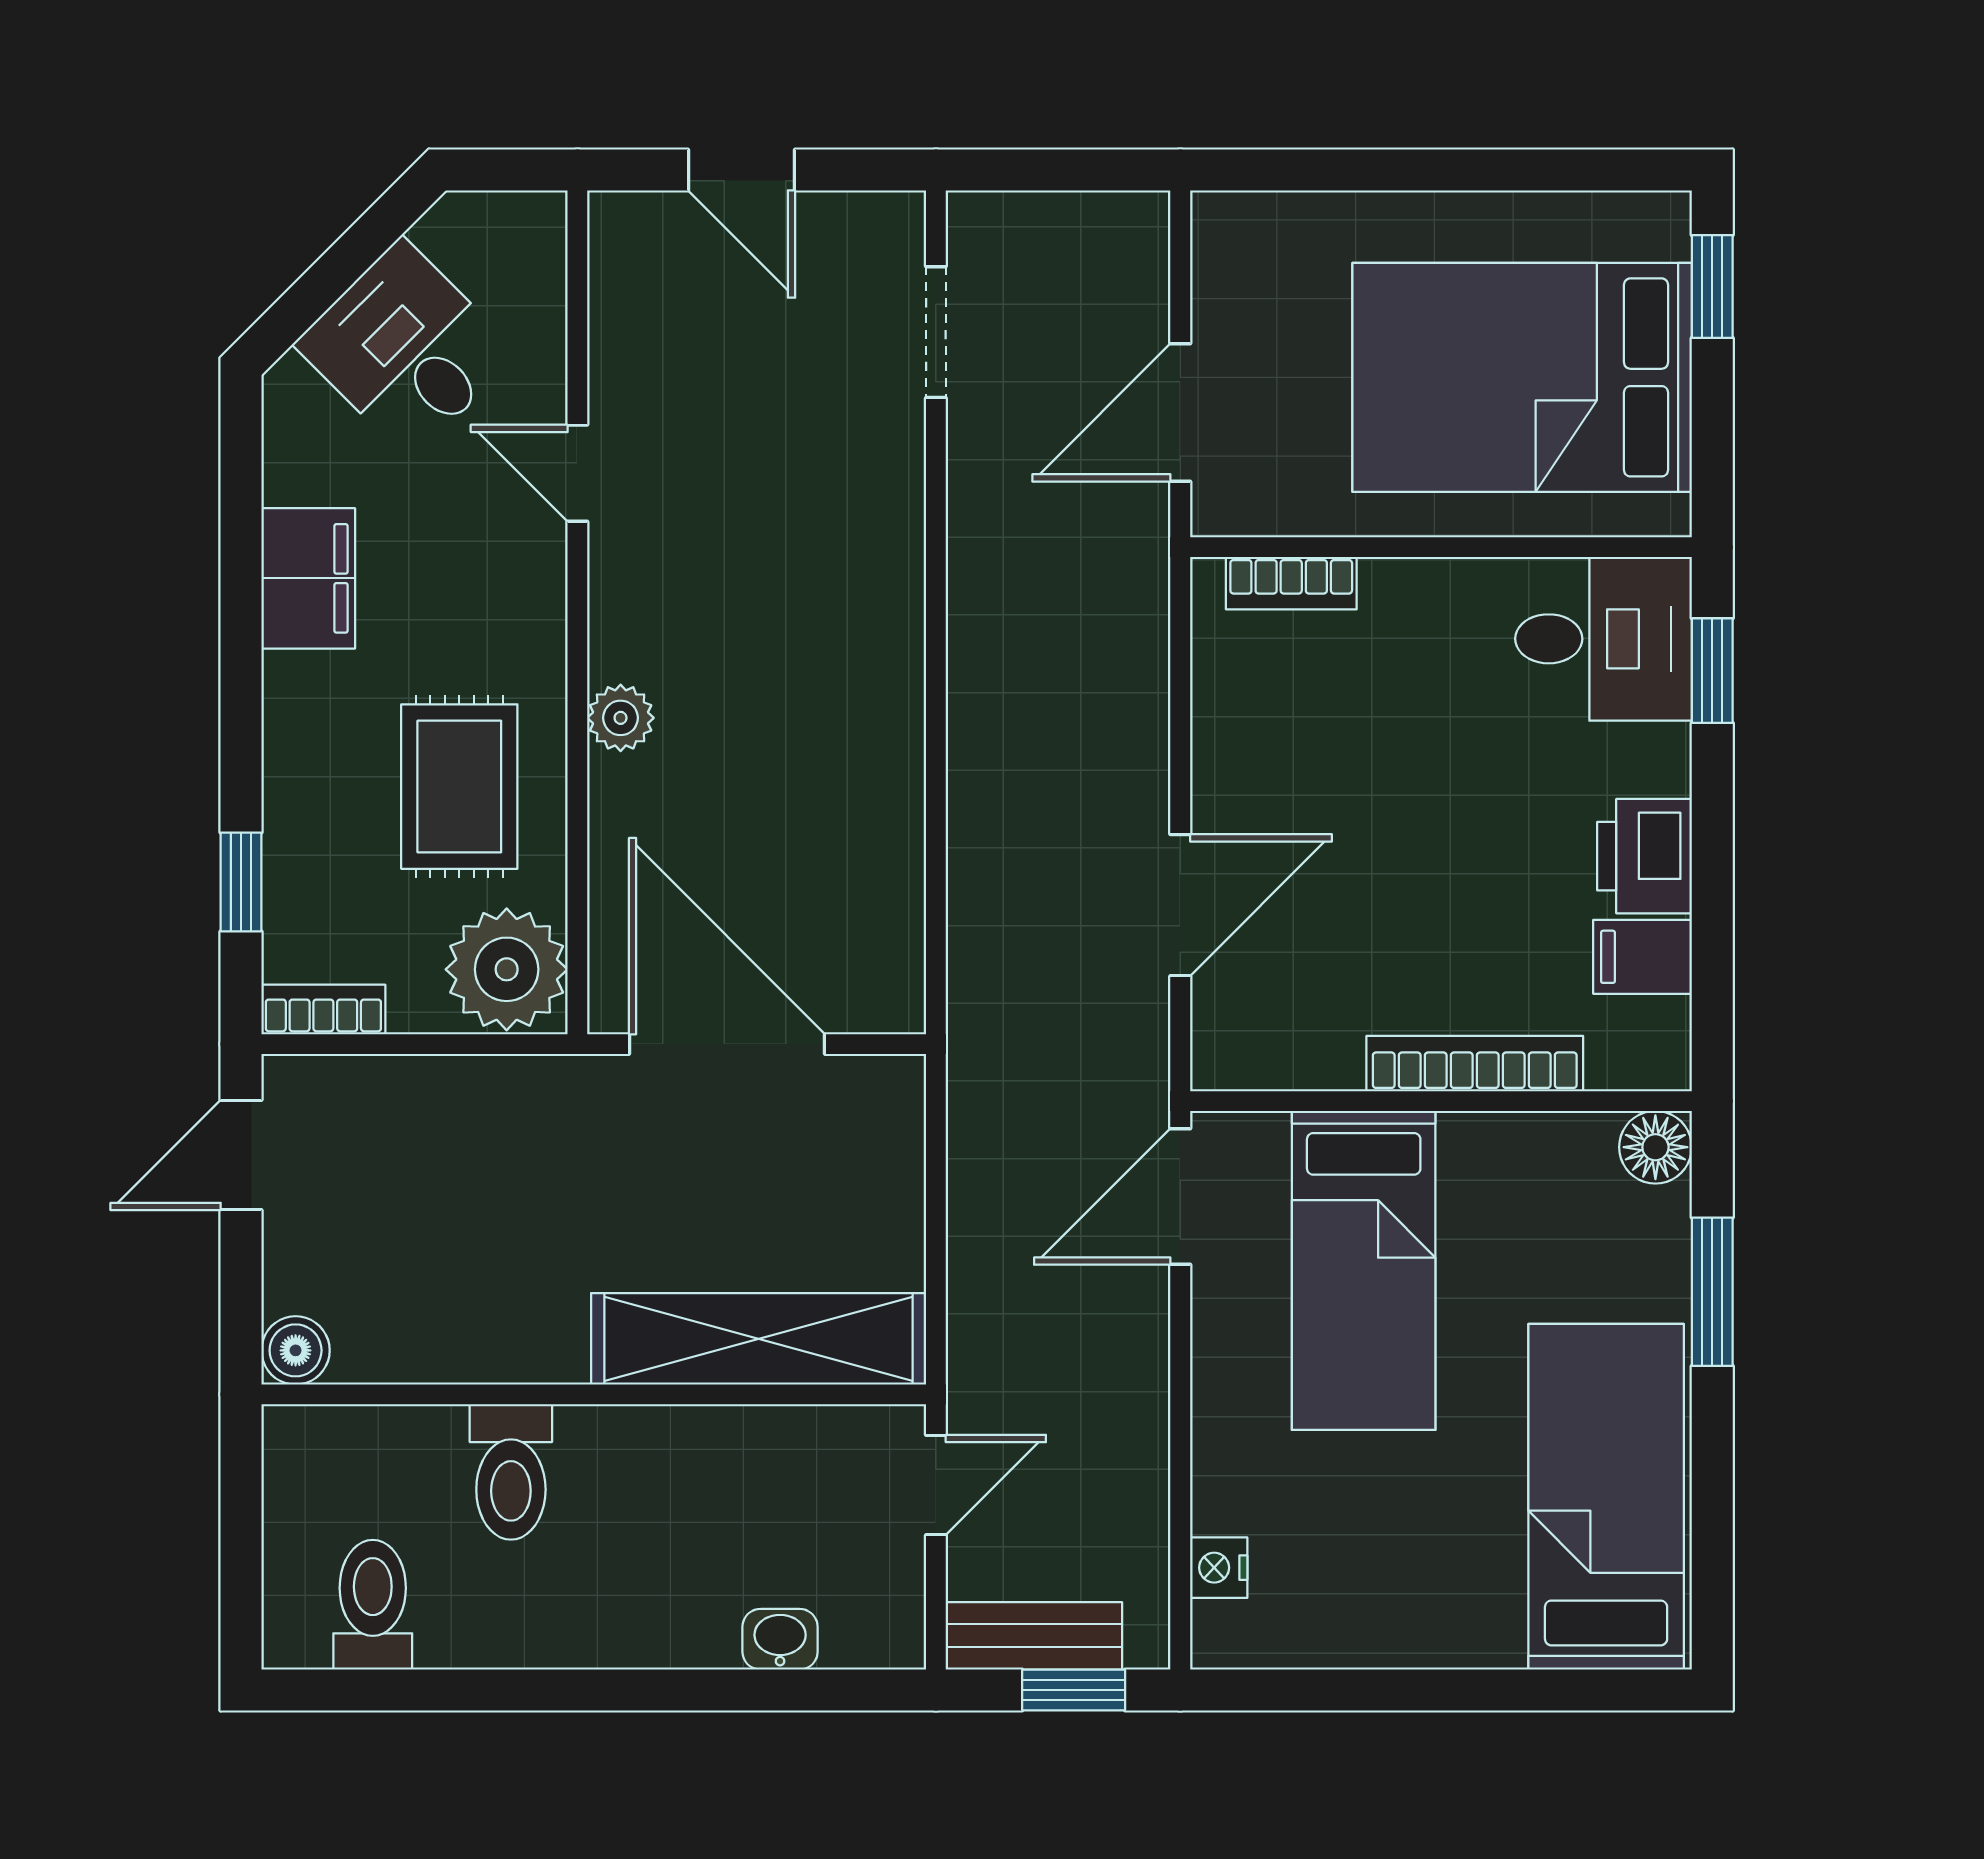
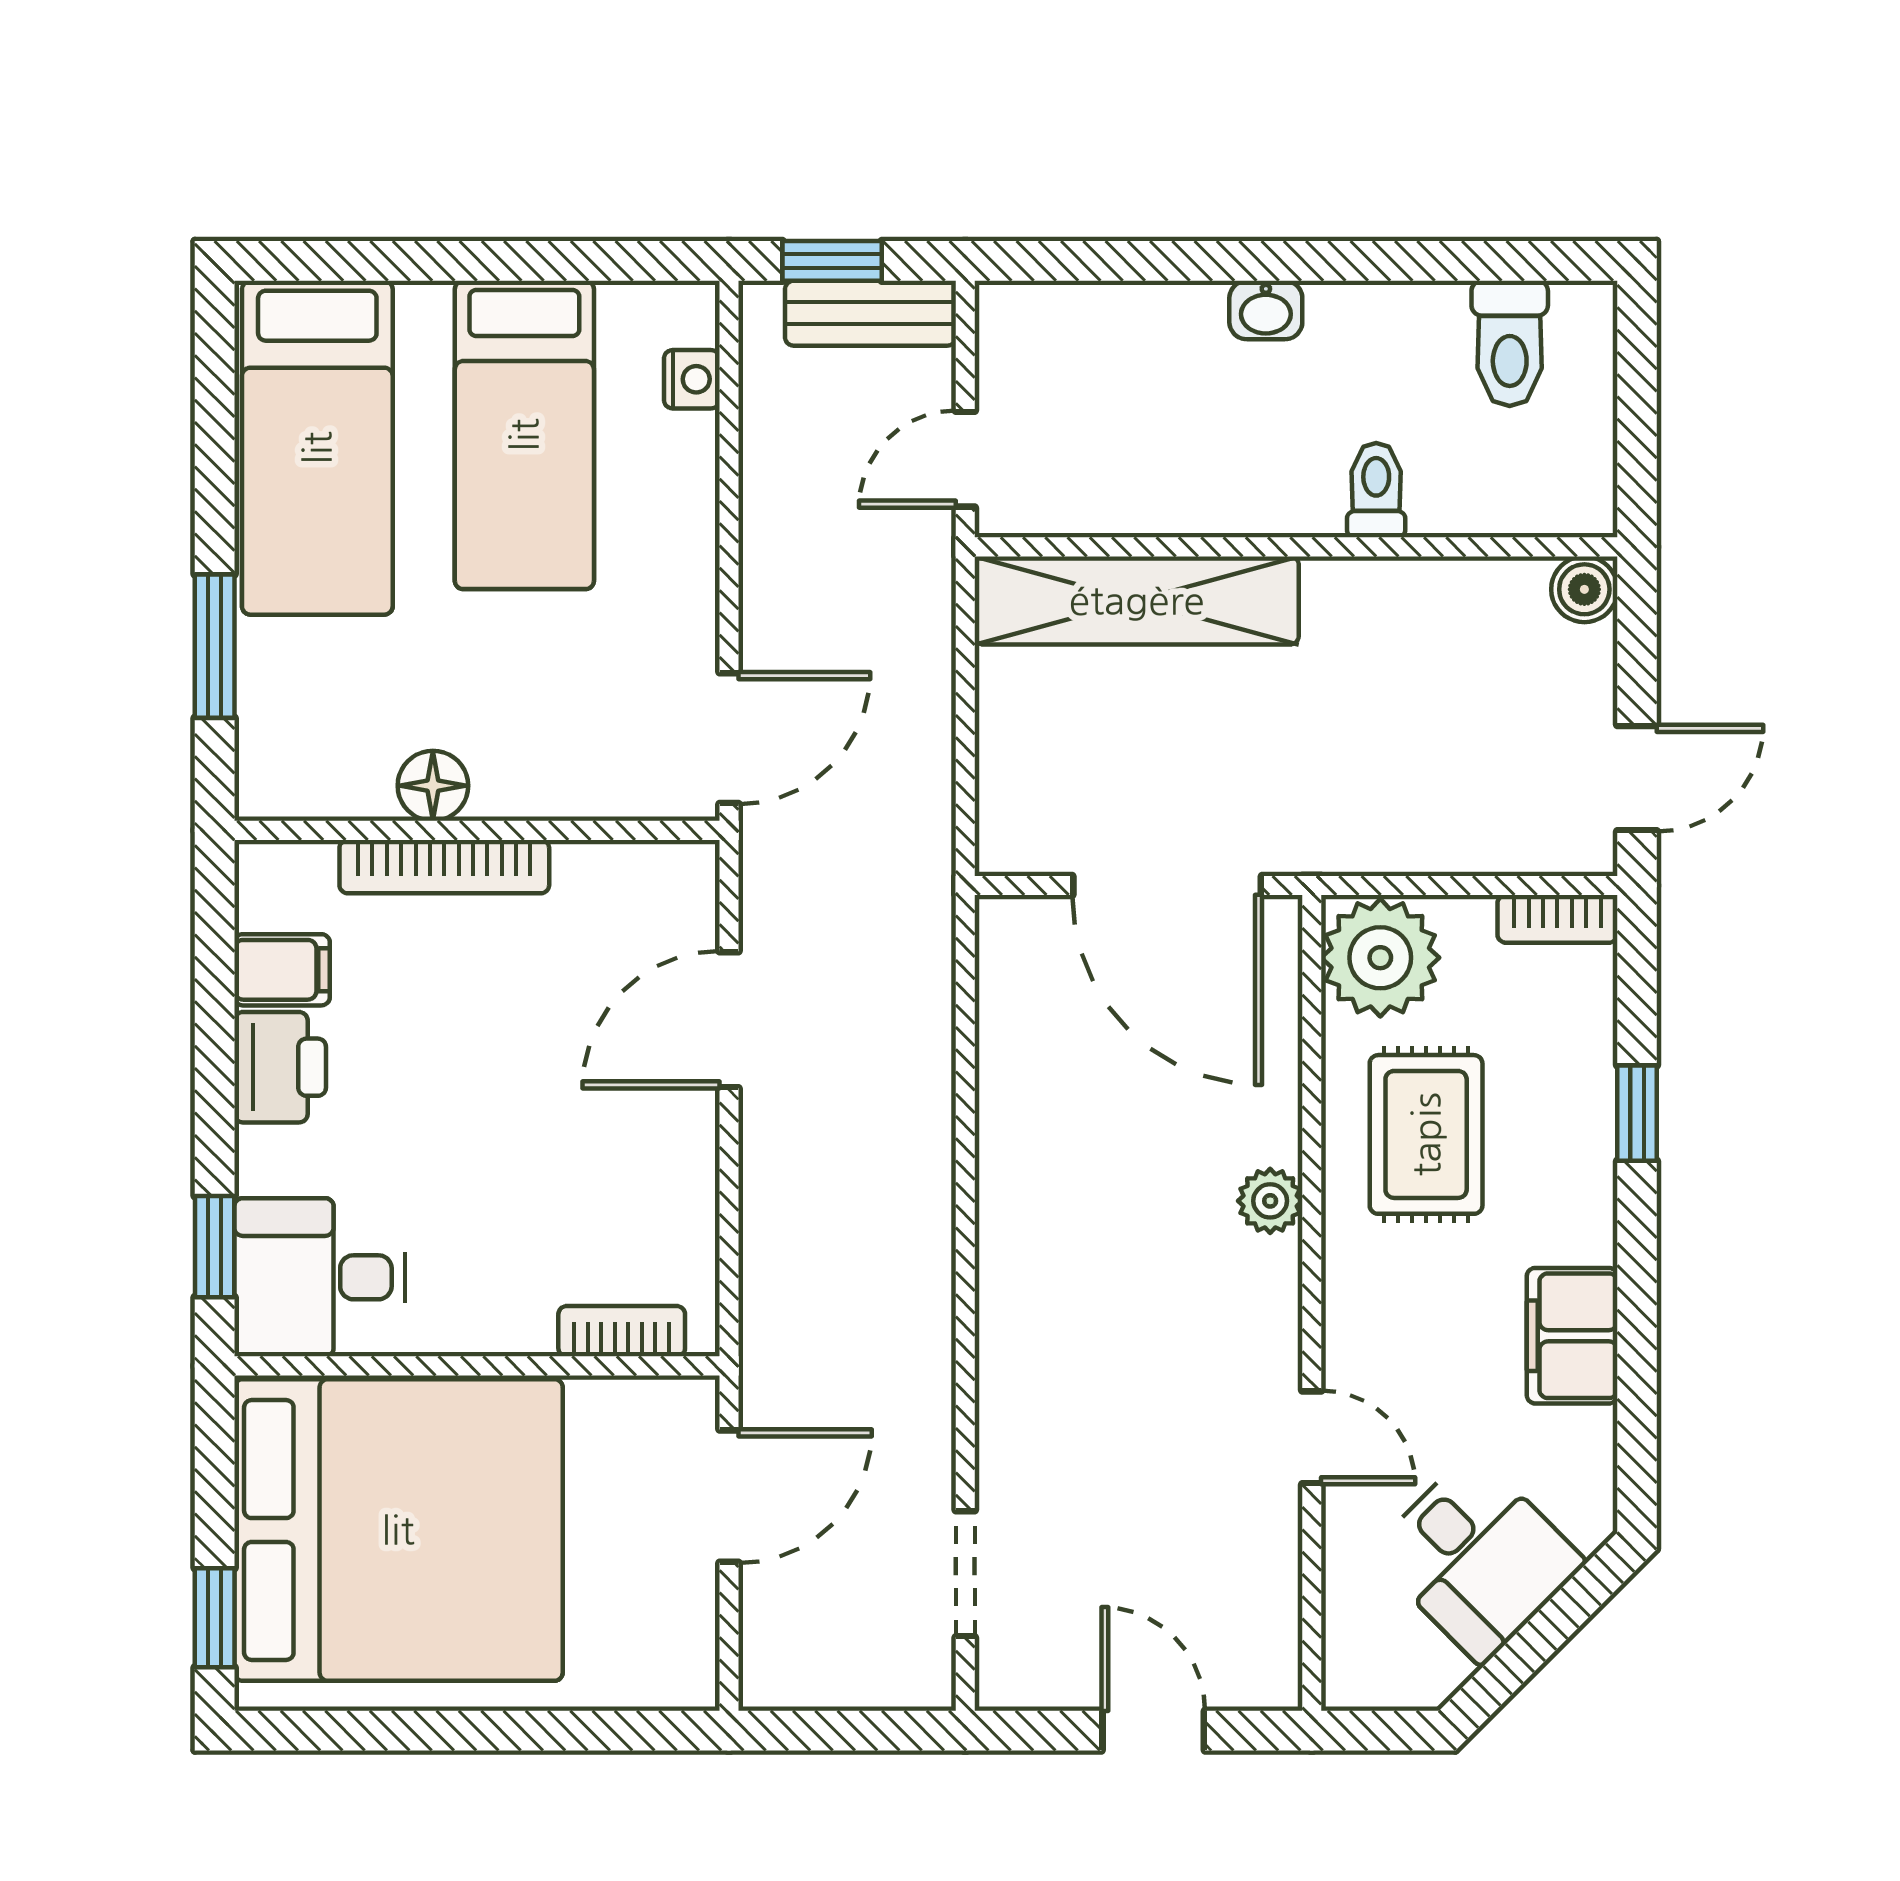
bed: (1522, 377) -> (398, 1530), width x1.36
window: (241, 882) -> (1637, 1113), moved
floor lamp: (1655, 1147) -> (433, 786), moved
bed: (1364, 1270) -> (524, 435), moved, turned 180
toilet: (511, 1472) -> (1376, 490), width x0.73, depth x0.72
washbasin: (780, 1639) -> (1266, 310), moved

